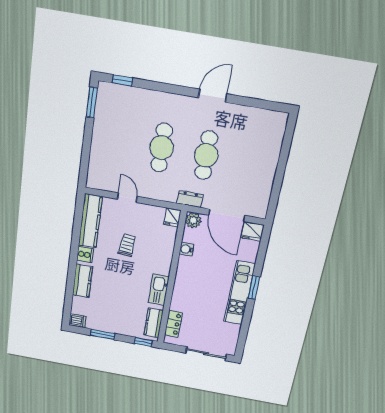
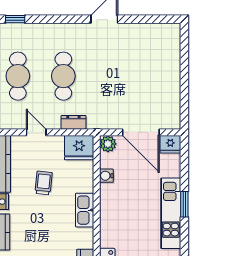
cafe table: (206, 155) -> (18, 76), moved
dresser: (190, 199) -> (73, 122), moved
fridge: (172, 217) -> (79, 148), width x1.88, depth x1.34
kitchen sink: (159, 290) -> (85, 210), moved

